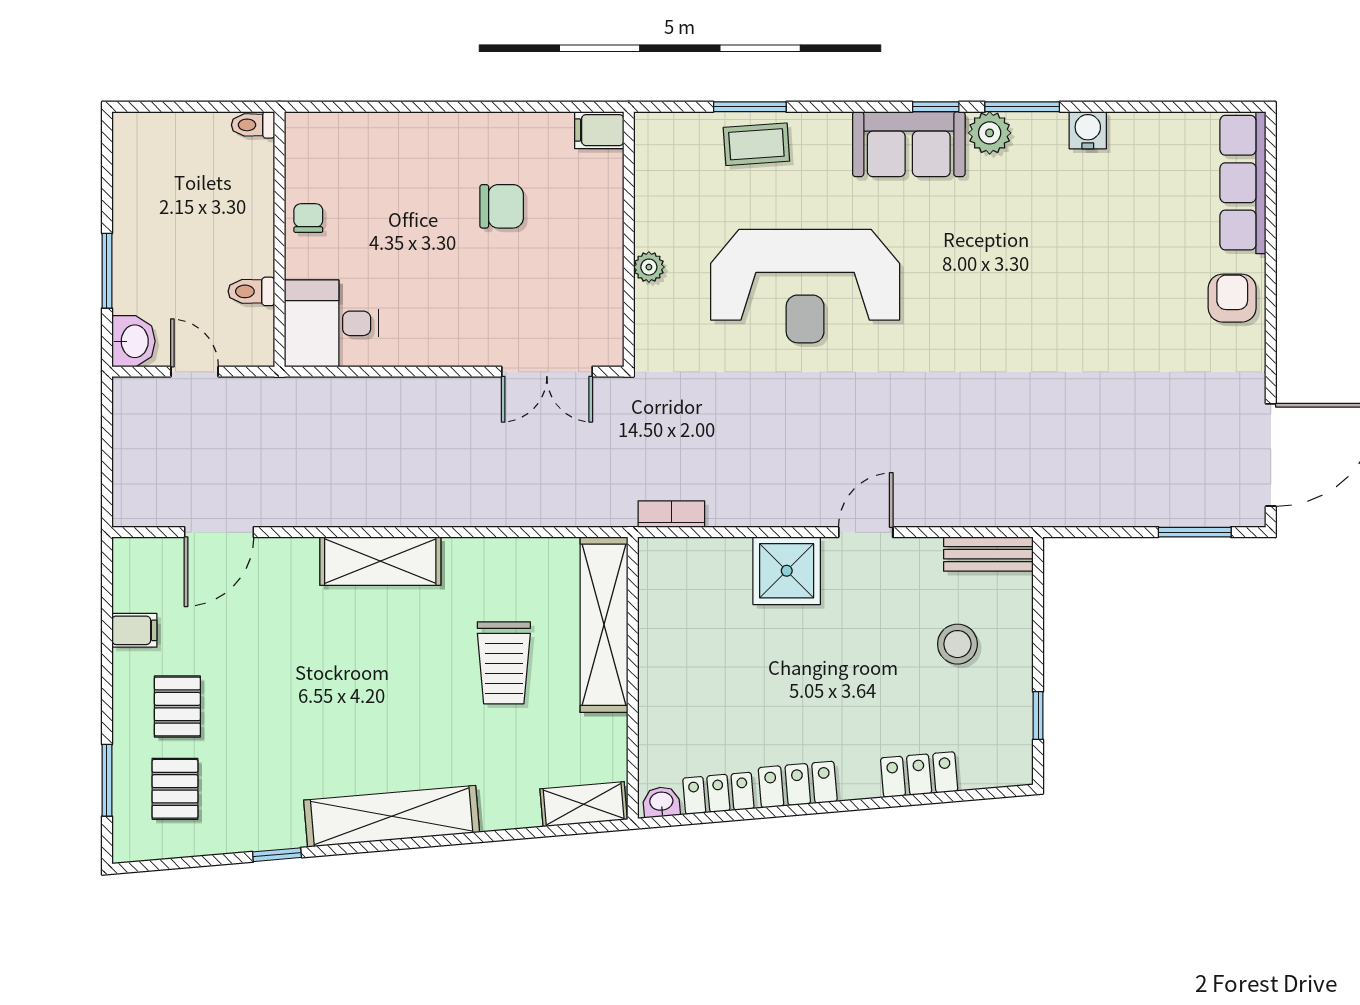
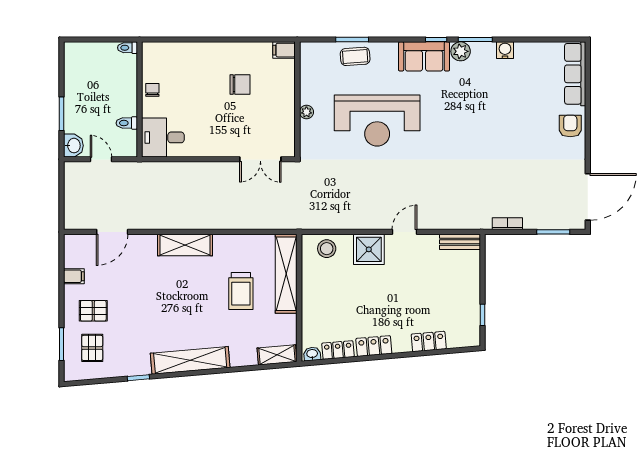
bookcase: (671, 514) -> (507, 224), moved
stool: (957, 644) -> (327, 249), moved
pallet: (177, 707) -> (93, 311), turned 90

